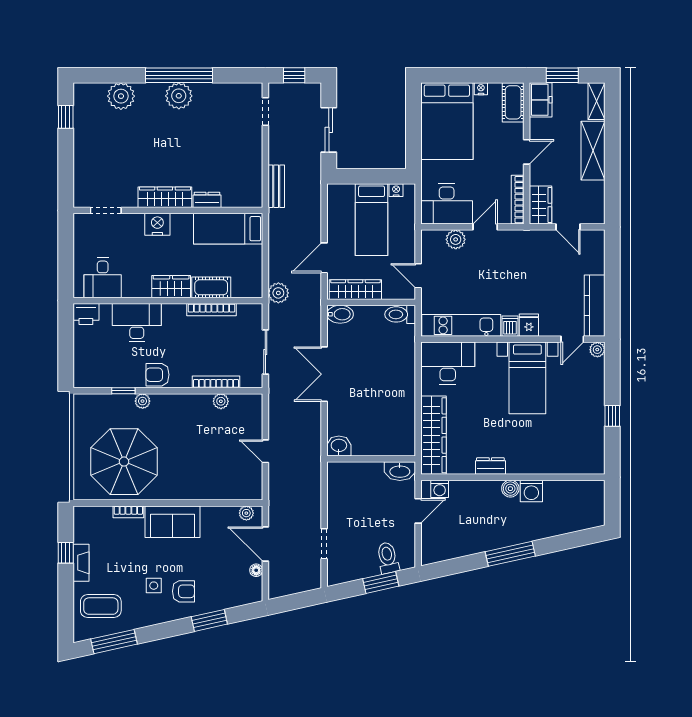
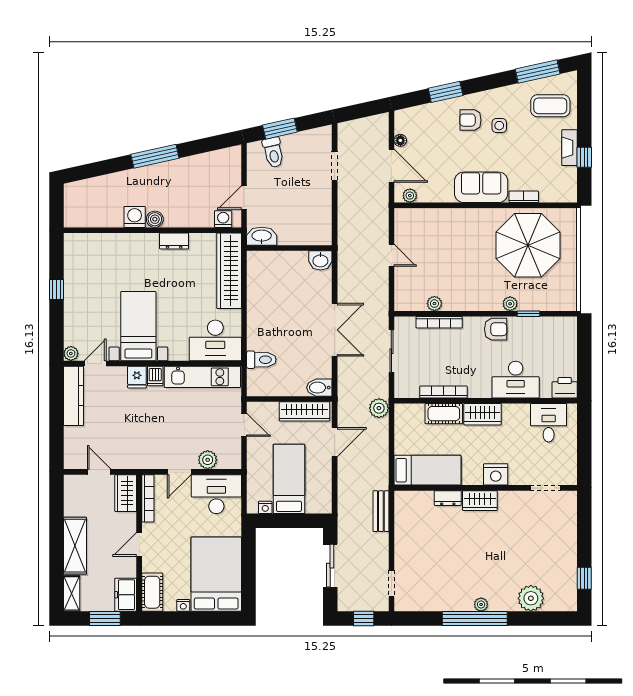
plant: (179, 96) -> (481, 604), width x0.53, depth x0.53
wardrobe: (165, 197) -> (480, 501), width x0.67
toilet: (400, 314) -> (261, 360), moved

